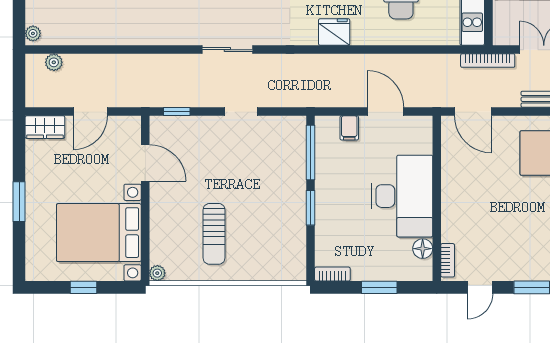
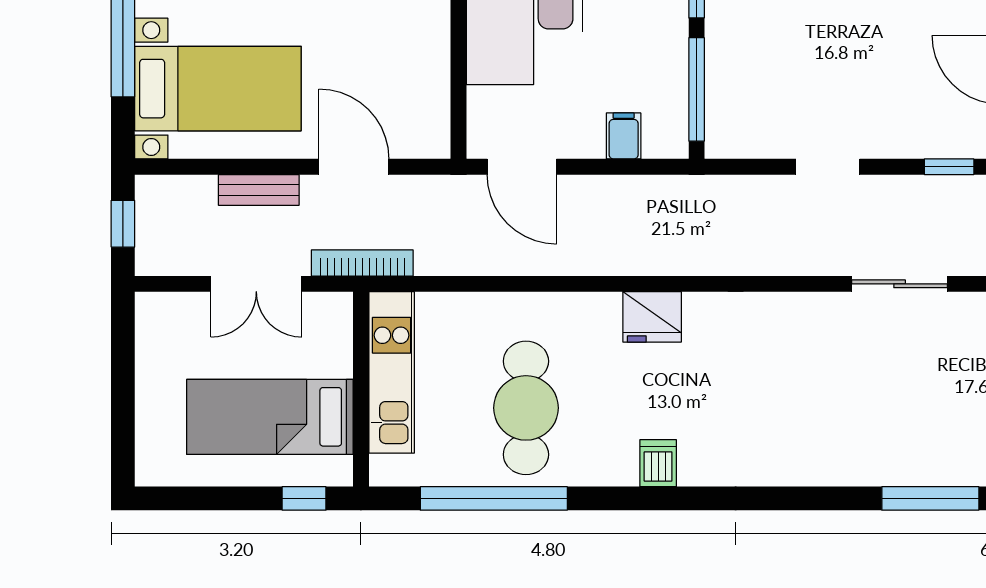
sliding door: (227, 50) -> (900, 284), moved
door: (386, 112) -> (522, 167), moved
door: (473, 112) -> (354, 167), moved

